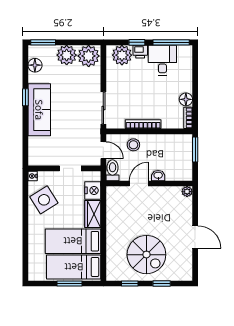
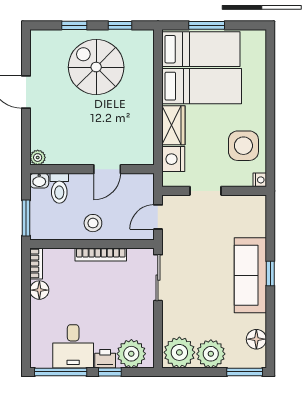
window: (25, 97) -> (270, 273), moved
stool: (133, 145) -> (93, 223), moved
door: (103, 150) -> (158, 217), hinge flipped
toilet: (113, 170) -> (59, 188), moved
washbasin: (158, 176) -> (39, 181), moved
side table: (44, 200) -> (243, 146), turned 32

